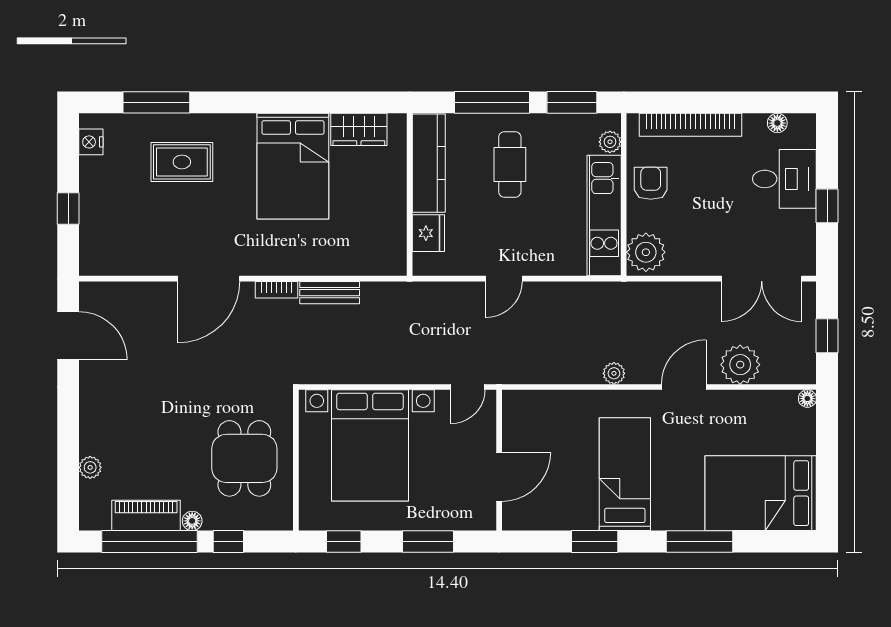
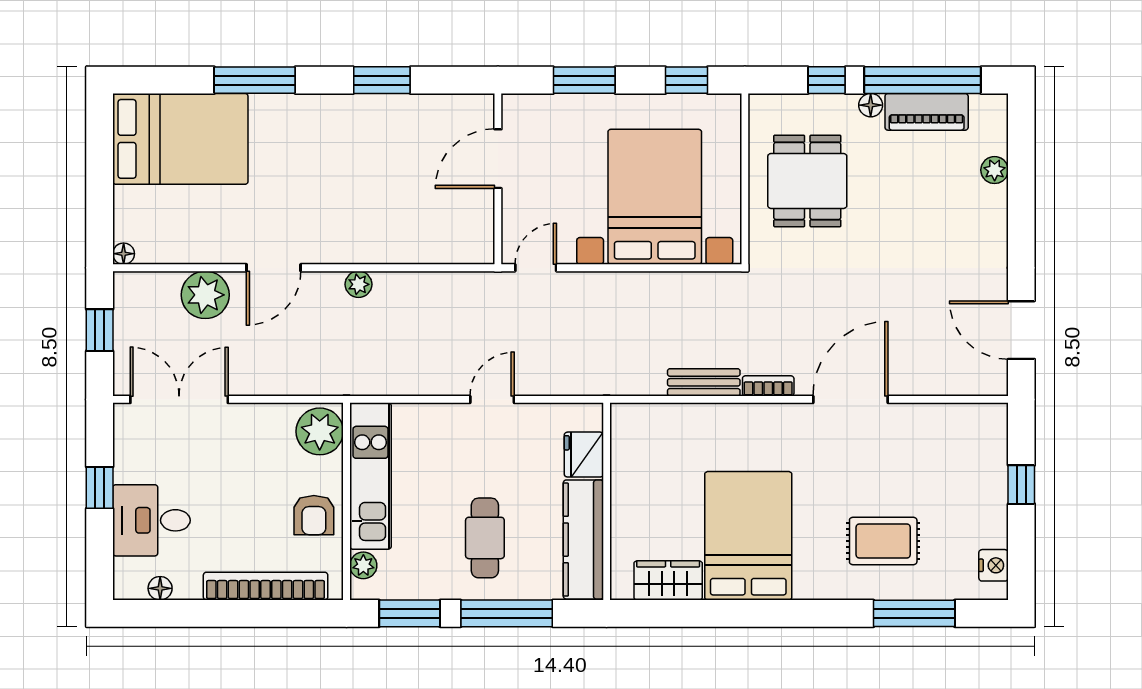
bed: (625, 474) -> (345, 162), removed

